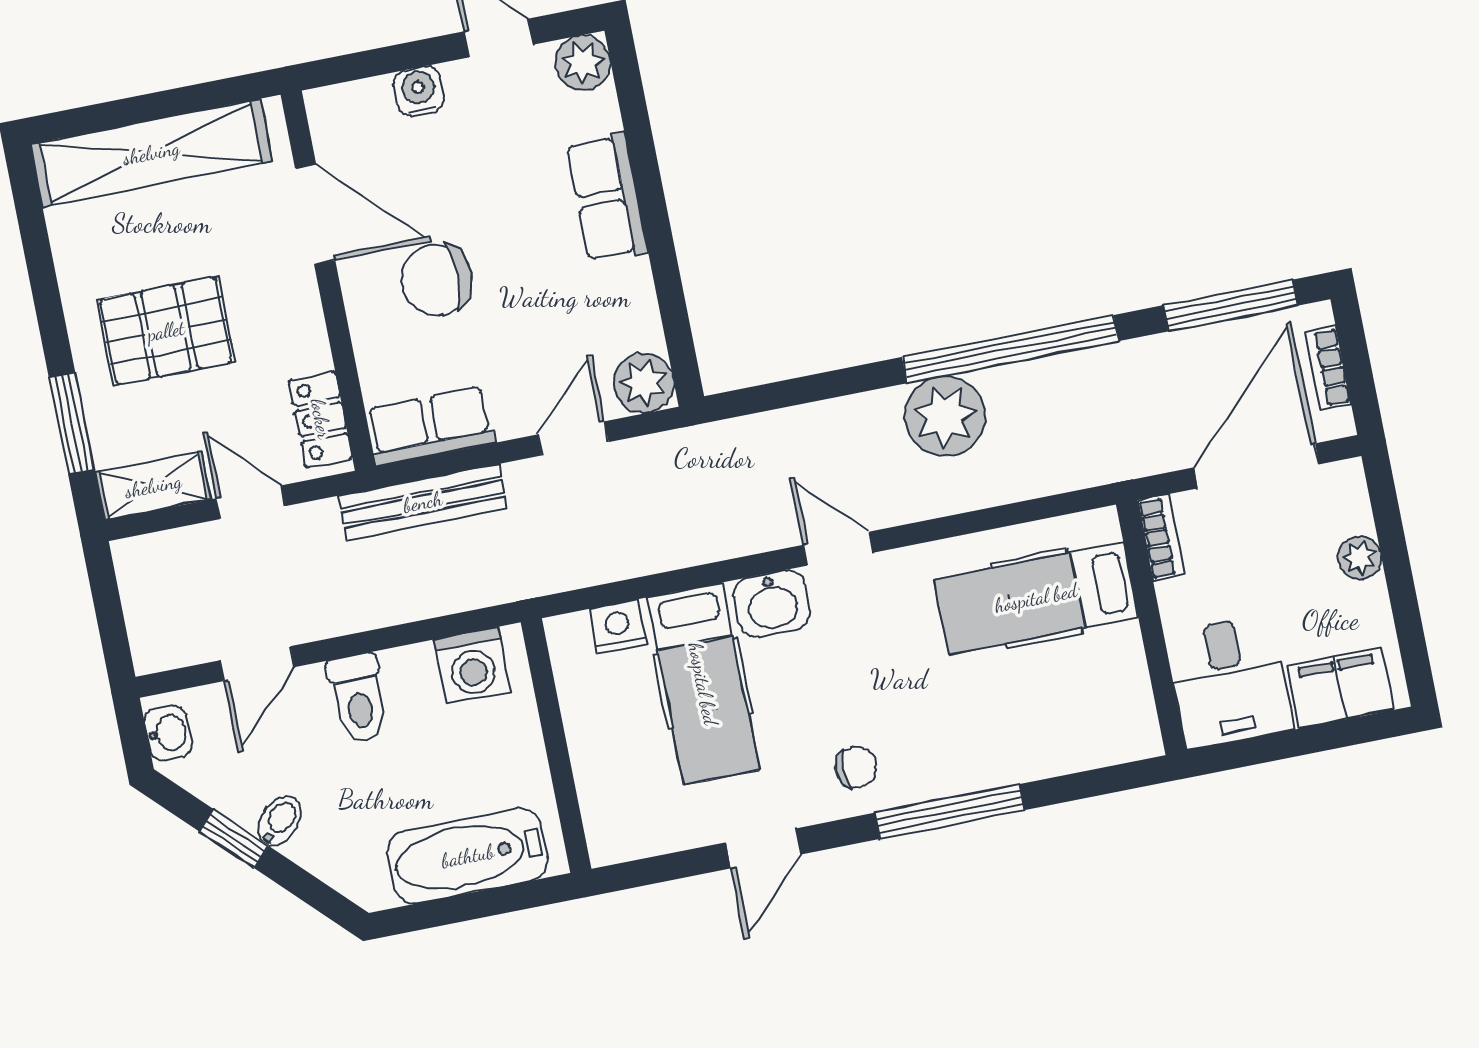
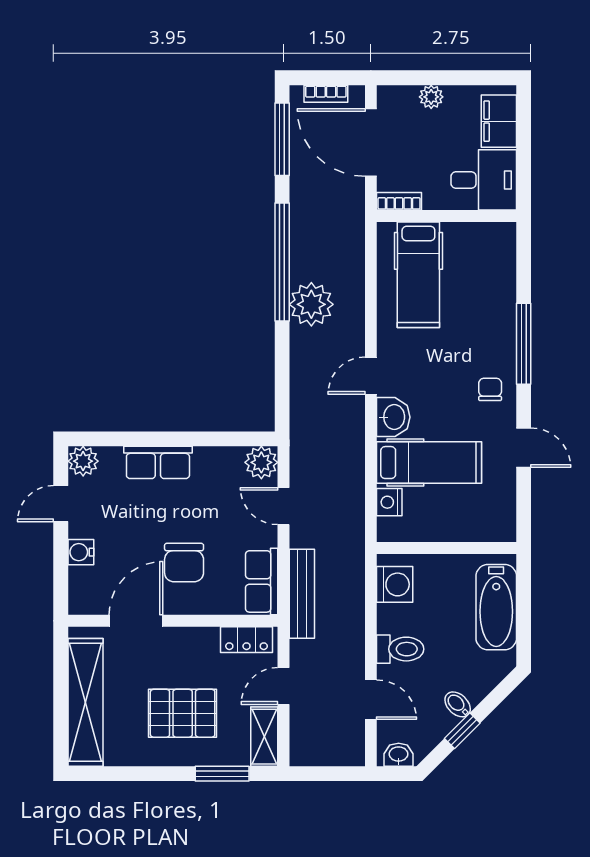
pallet: (166, 331) -> (183, 713), turned 90

